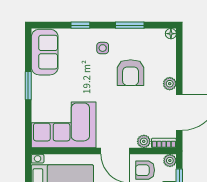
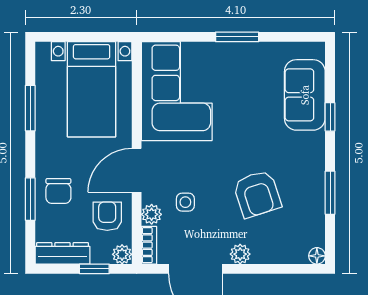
side table: (103, 48) -> (185, 202), moved
sofa: (45, 52) -> (305, 95), moved, turned 90
armchair: (131, 73) -> (257, 194), turned -108

